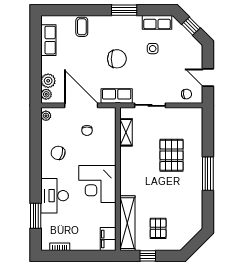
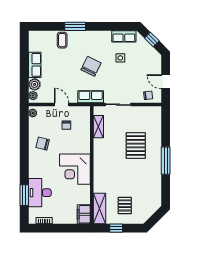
window: (124, 10) -> (75, 26), moved
row of seats: (48, 40) -> (35, 65), moved
chair: (117, 59) -> (91, 66), turned -64
door: (81, 105) -> (62, 105), width x0.53
desk: (55, 196) -> (40, 193), moved
shelving: (127, 223) -> (100, 208), width x0.68

